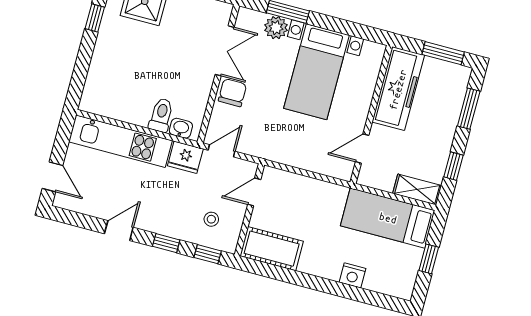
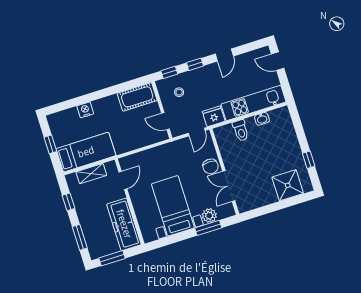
washbasin: (181, 128) -> (262, 119), moved
shelving: (417, 190) -> (91, 174), moved
door: (254, 192) -> (165, 121), swing flipped

